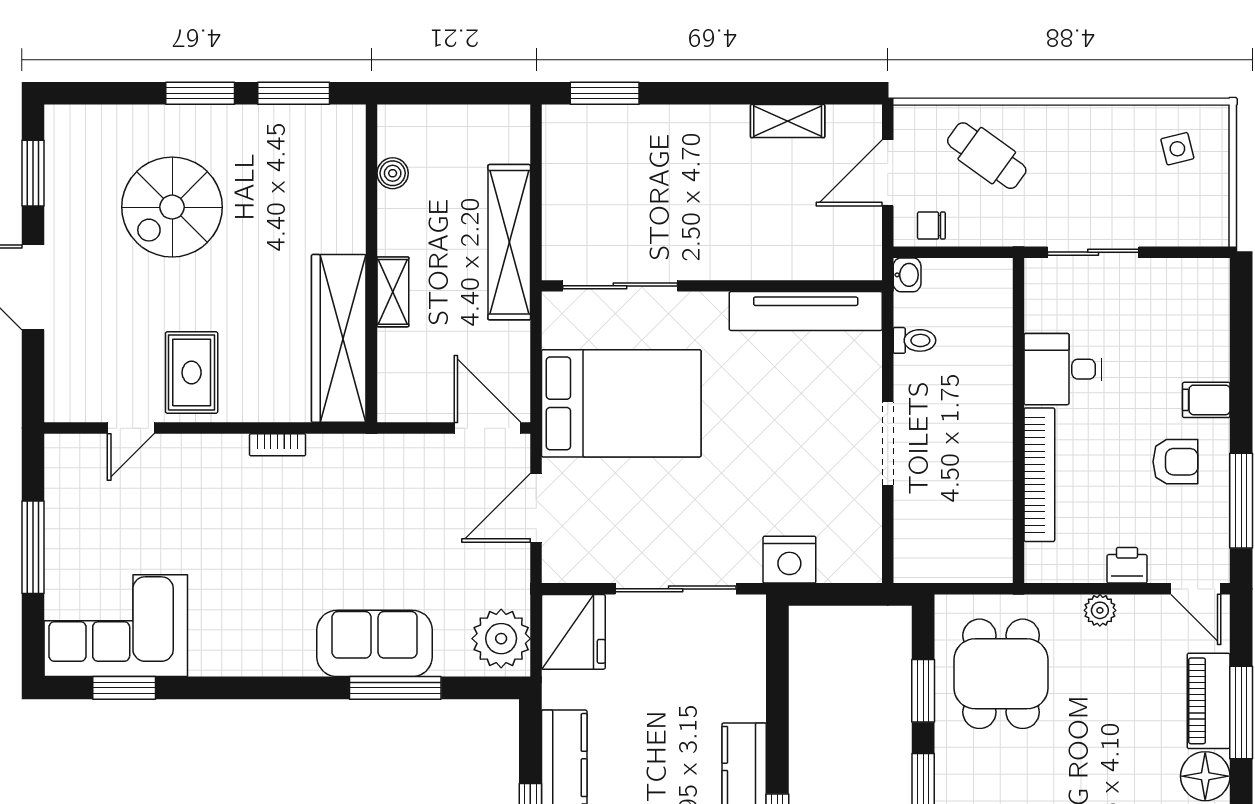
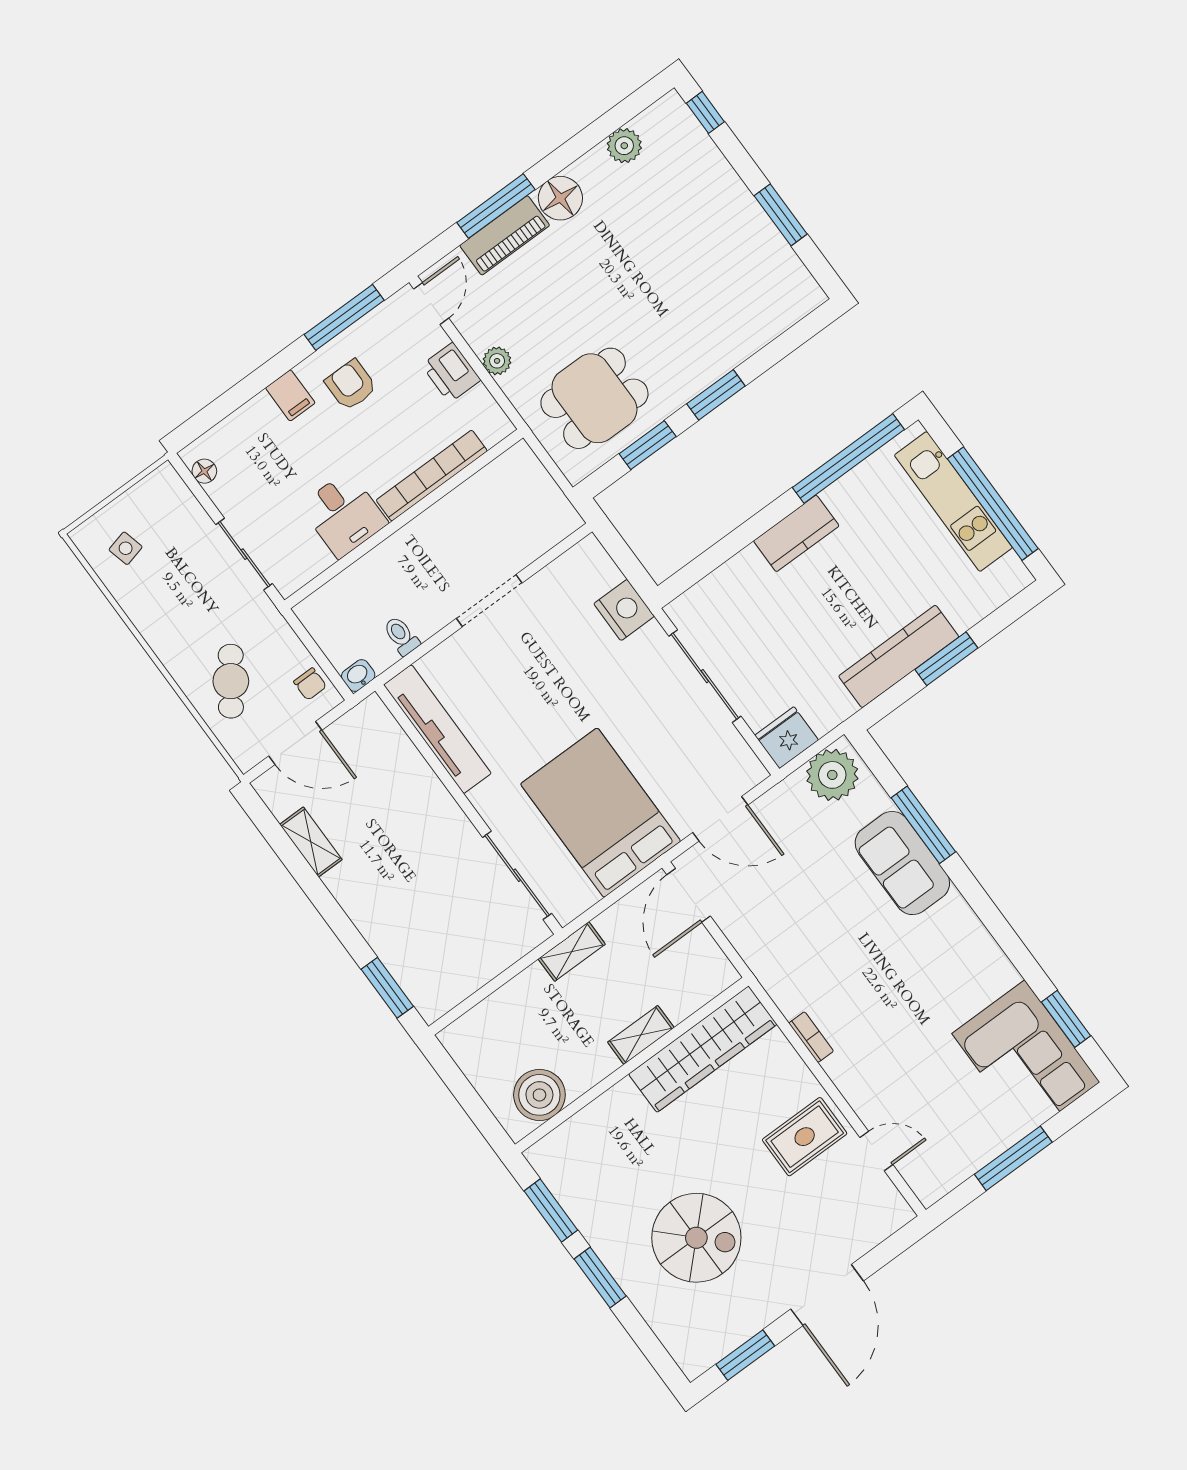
boiler: (393, 173) -> (539, 1095), width x1.86, depth x1.86
shelving: (509, 242) -> (572, 952), width x0.45, depth x0.75
floor lamp: (1195, 272) -> (204, 471), added
printer: (1127, 565) -> (451, 373), width x1.36, depth x1.24
fridge: (573, 632) -> (787, 738), width x0.73, depth x0.75

